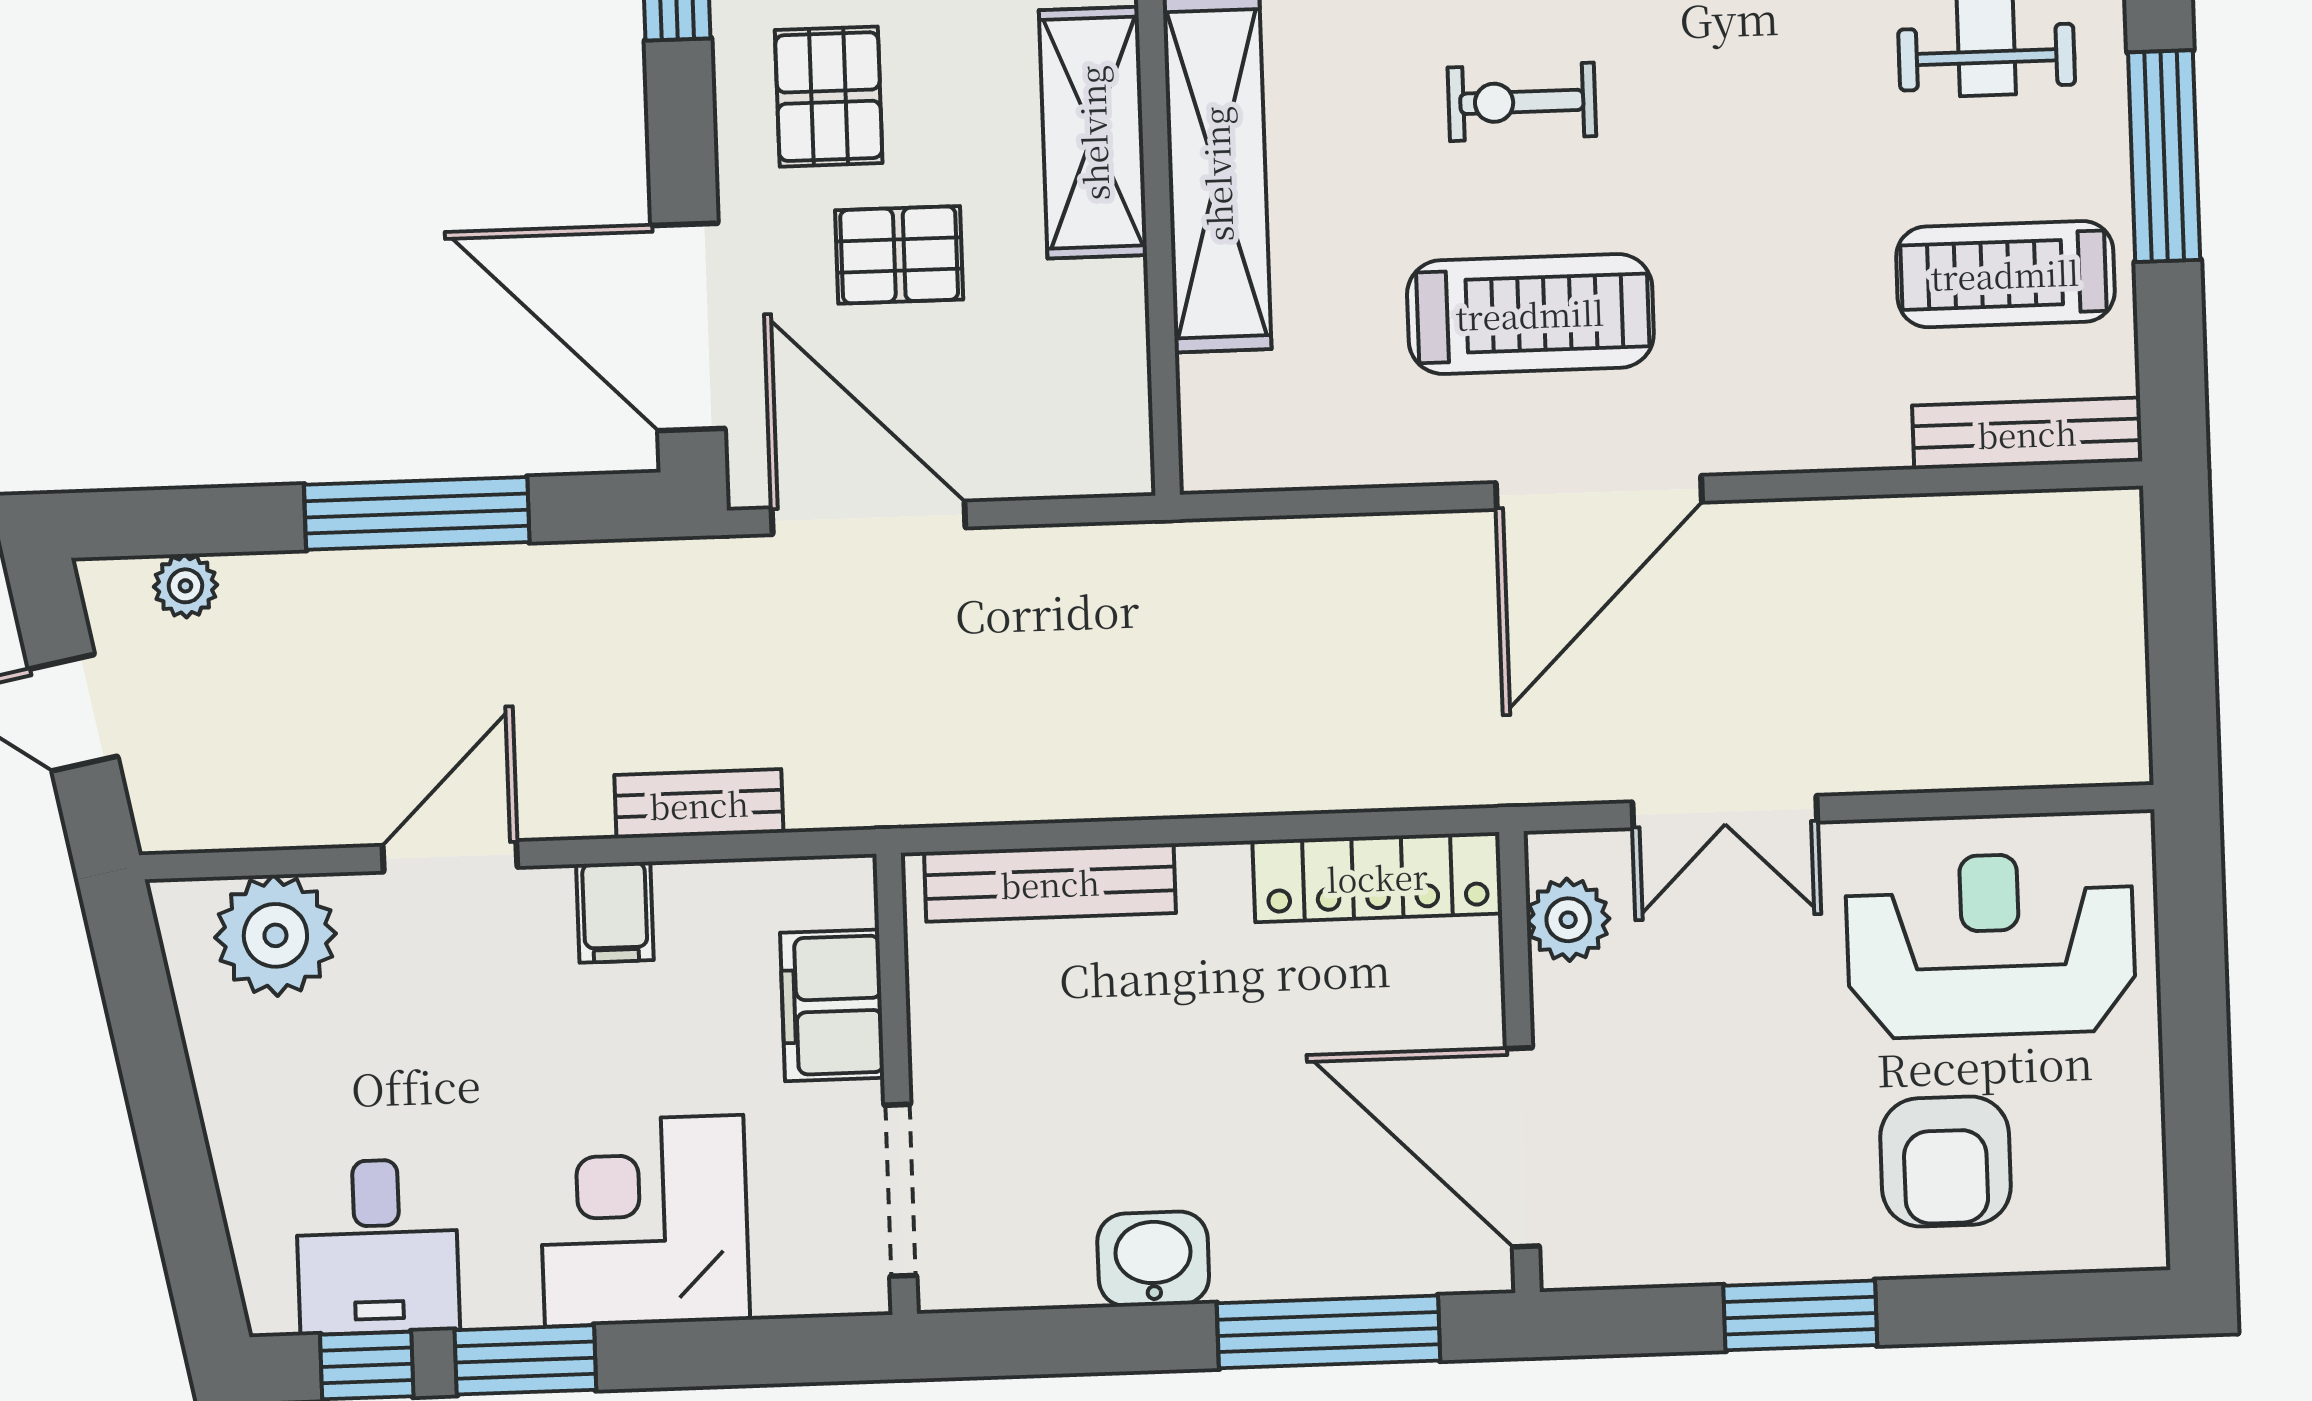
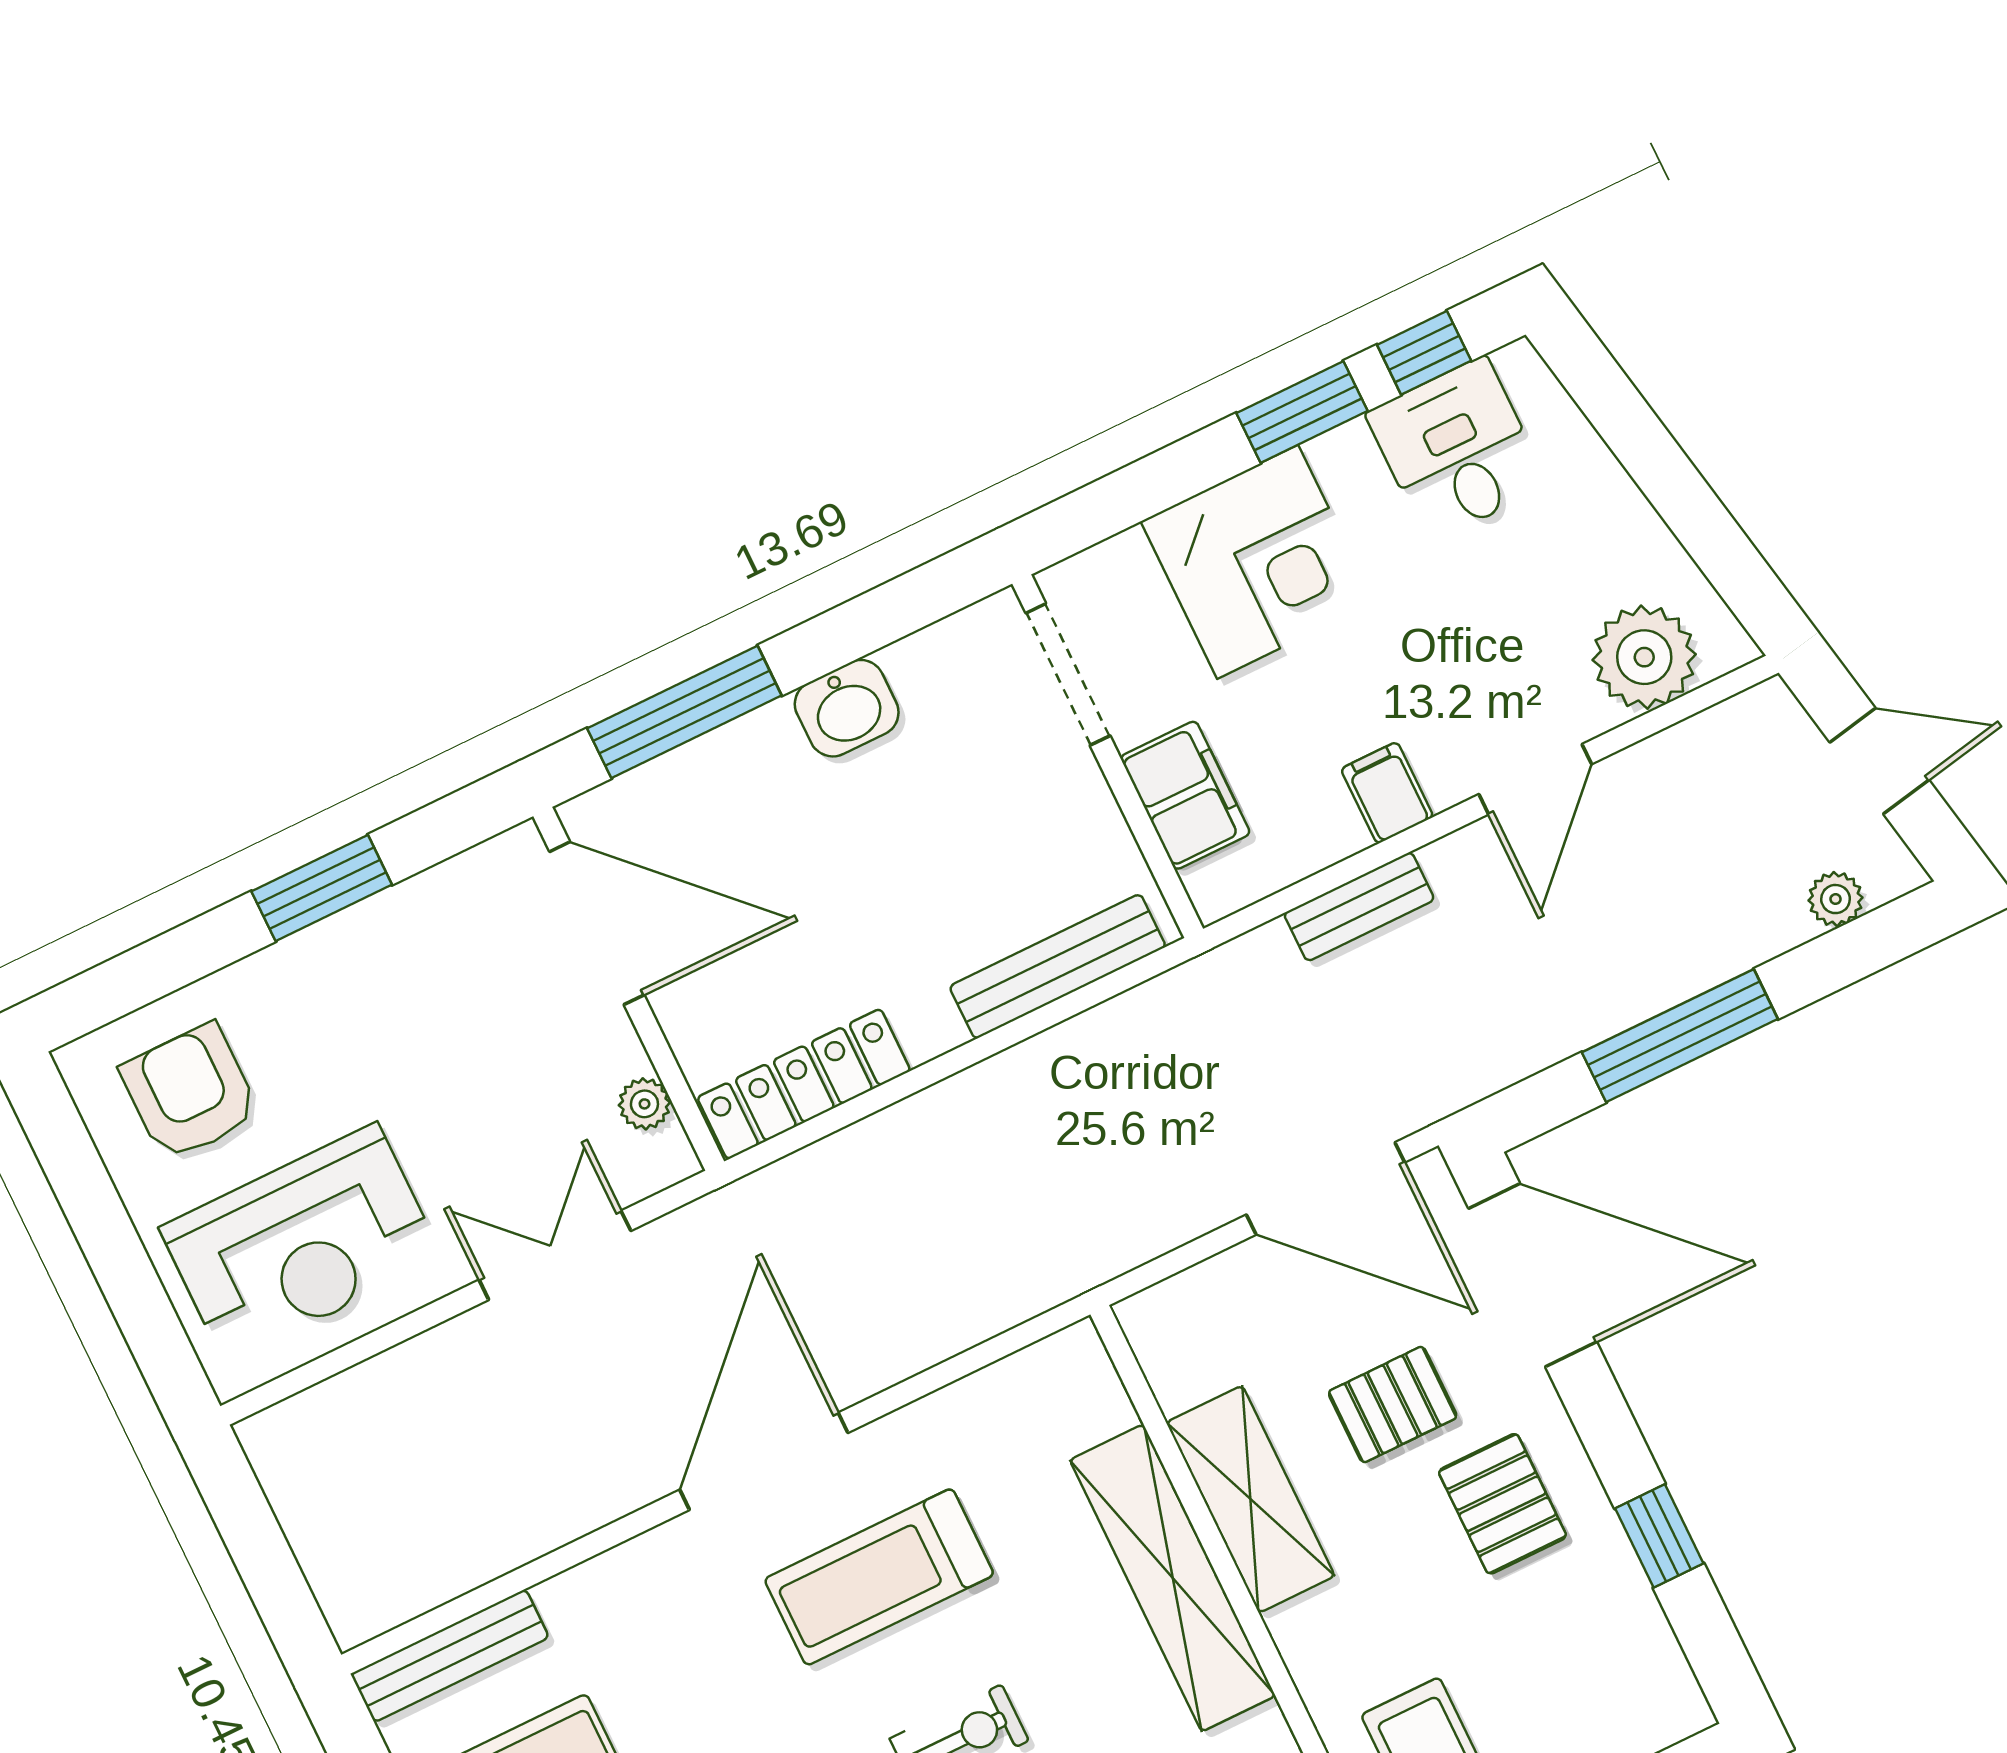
shelving: (1093, 133) -> (1251, 1499), moved
plant: (1568, 920) -> (644, 1104), width x0.73, depth x0.73
armchair: (1946, 1161) -> (190, 1092), moved

